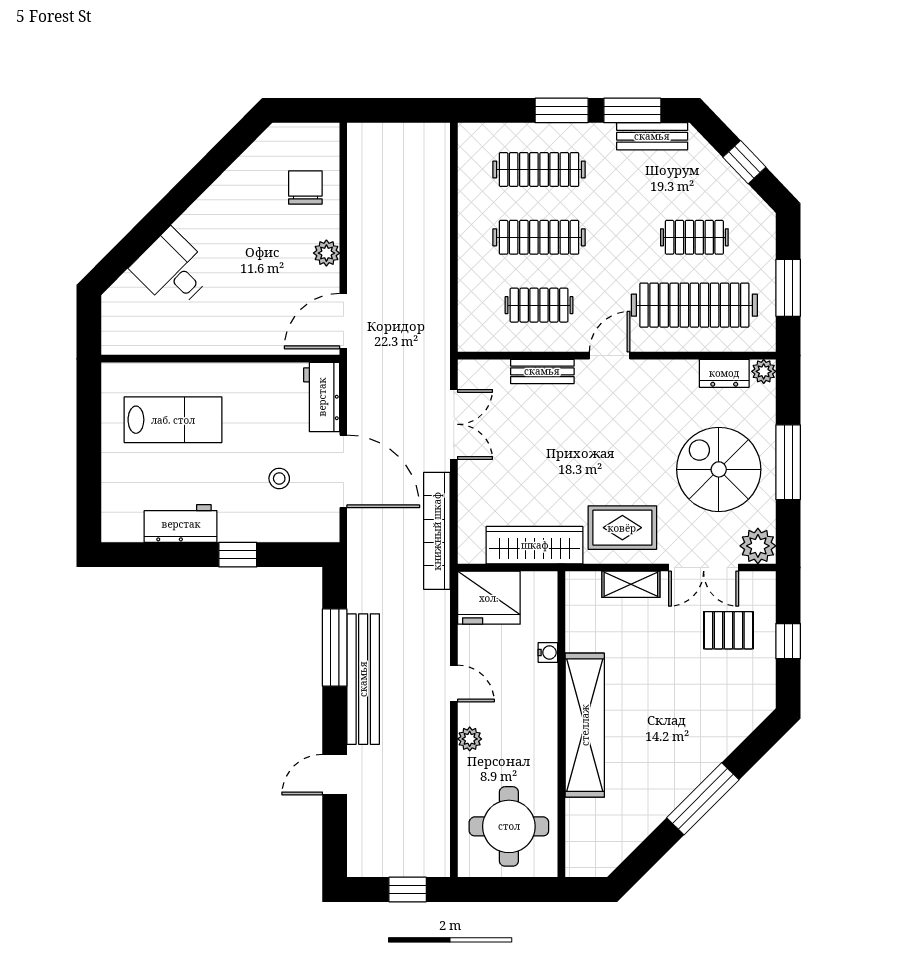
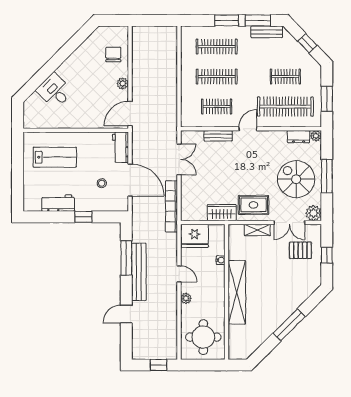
wardrobe: (535, 545) -> (222, 213), width x0.67

